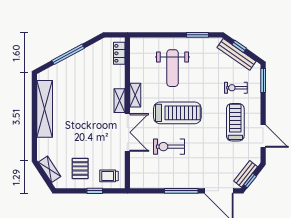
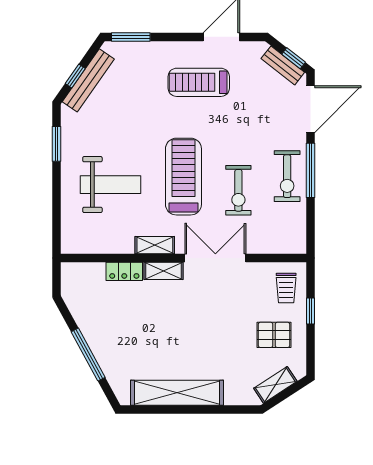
locker: (119, 53) -> (124, 271), moved
exercise bike: (236, 88) -> (287, 176), moved, width x1.38, depth x1.39

